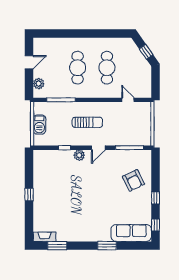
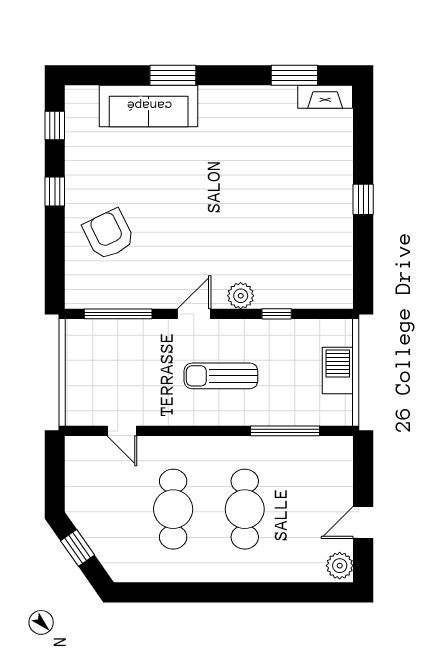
plant: (39, 84) -> (340, 566), moved
sofa: (131, 233) -> (149, 106), moved

